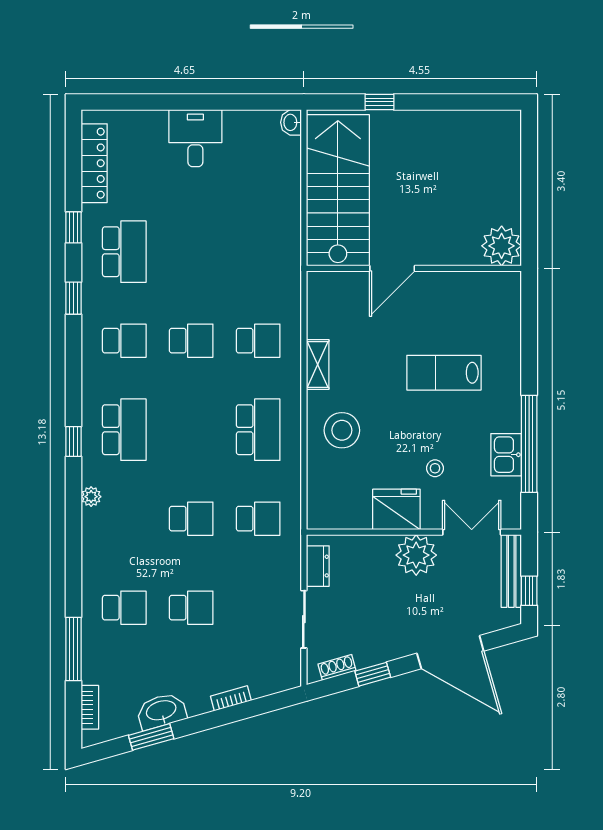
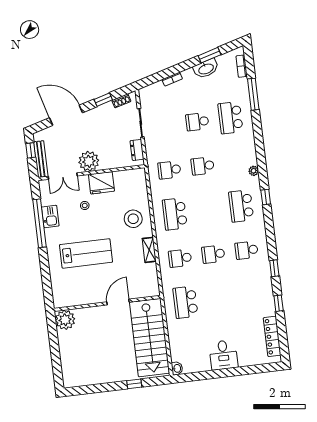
school desk: (124, 252) -> (185, 302), moved
lab bench: (444, 373) -> (86, 253), width x1.36, depth x1.39
school desk: (124, 608) -> (230, 118), width x1.85

